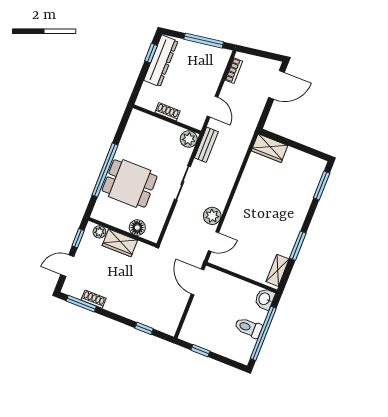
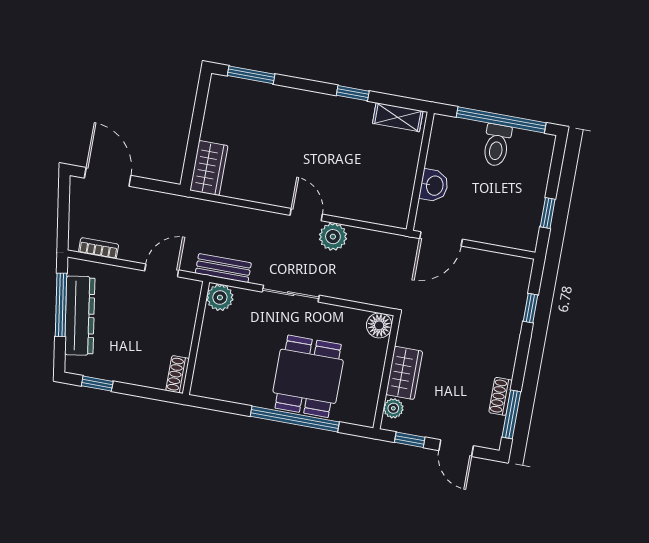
dresser: (161, 61) -> (80, 316), moved, turned 81
shoe rack: (168, 112) -> (177, 374), moved
floor lamp: (137, 228) -> (379, 325), moved
door: (213, 242) -> (306, 215), moved
window: (298, 246) -> (353, 93), width x0.67
washbasin: (265, 299) -> (434, 185), moved, turned -90

